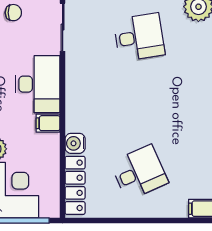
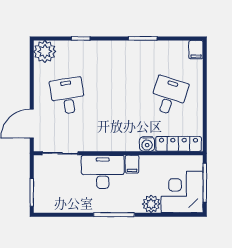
chair: (13, 13) -> (49, 190), removed
desk: (139, 173) -> (169, 96), turned 42

